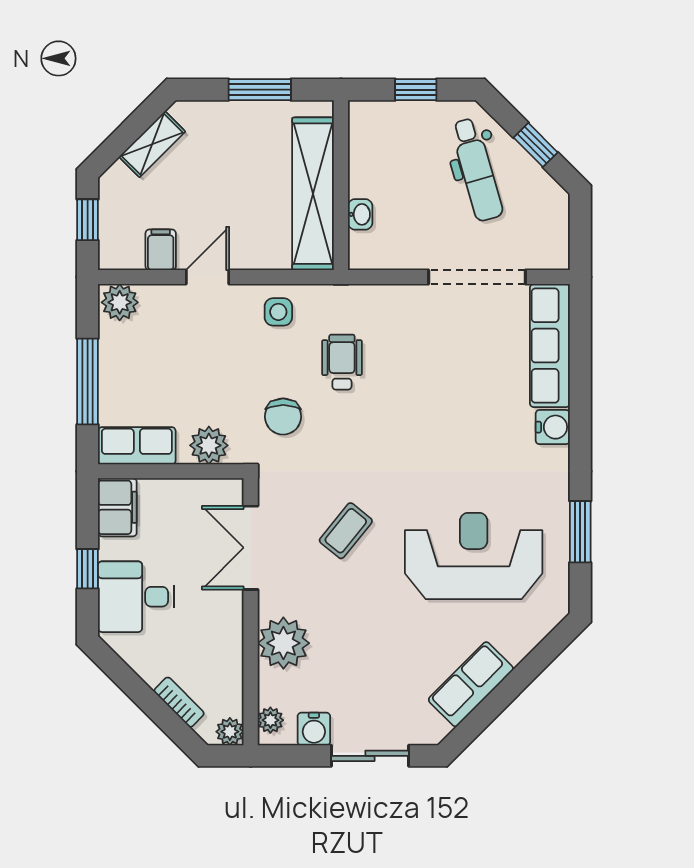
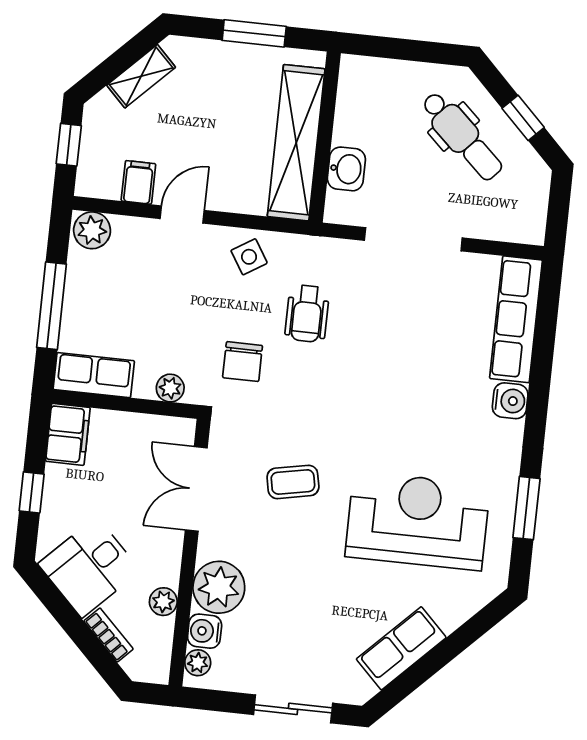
window: (416, 90) -> (410, 50), removed
dental chair: (477, 170) -> (462, 136), turned -31
washbasin: (360, 214) -> (346, 169), width x1.38, depth x1.45
doorway: (477, 277) -> (413, 239), moved
side table: (278, 312) -> (249, 257), turned -32
wheelchair: (342, 362) -> (307, 314), turned 180
plant: (209, 445) -> (170, 388), width x0.73, depth x0.73
coffee table: (346, 531) -> (293, 482), turned 40
desk: (136, 597) -> (89, 567), moved, turned -45
water cooler: (314, 729) -> (205, 631), moved, turned 90
plant: (230, 732) -> (163, 602), moved

